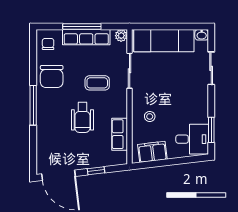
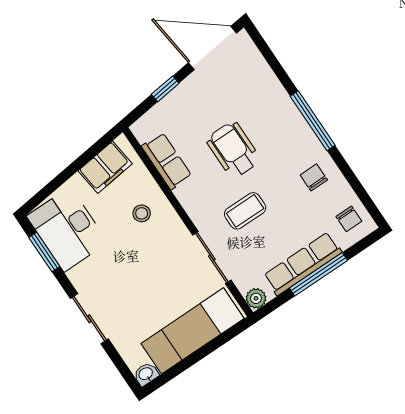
sliding door: (211, 68) -> (89, 319), moved
chair: (52, 76) -> (314, 177), width x0.54, depth x0.54
desk: (192, 139) -> (67, 229), width x1.37

